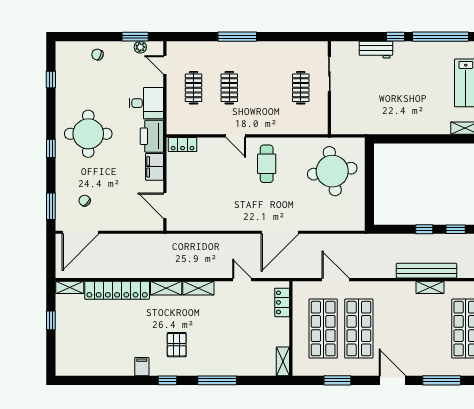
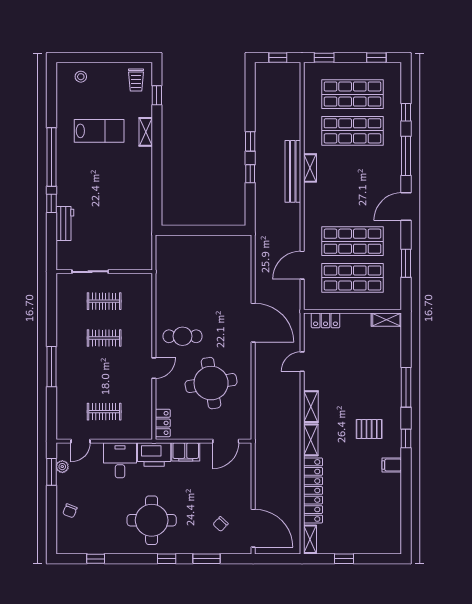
clothes rail: (229, 88) -> (104, 338), moved
round table: (332, 171) -> (211, 383), moved
window: (51, 206) -> (207, 559), moved

